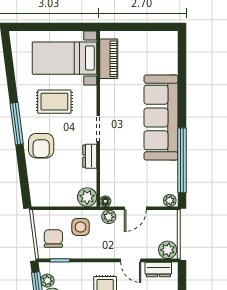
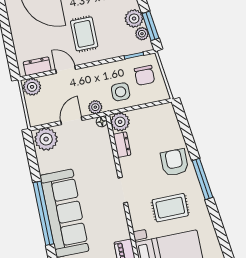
dresser: (90, 156) -> (122, 145), moved
window: (182, 160) -> (43, 213), moved
plant: (170, 200) -> (46, 139), width x1.88, depth x1.88

